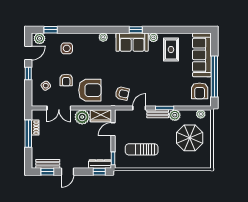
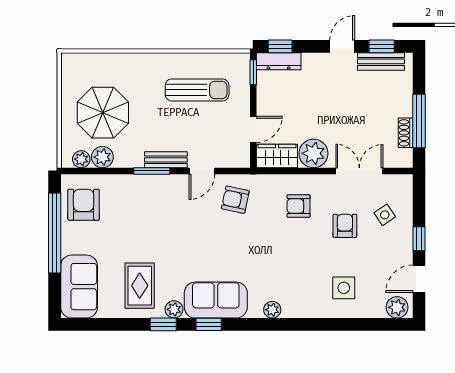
window: (51, 30) -> (163, 324), moved
sofa: (202, 55) -> (79, 287), width x0.73
armchair: (90, 90) -> (298, 206), width x0.53, depth x0.53
plant: (175, 115) -> (102, 157), moved

